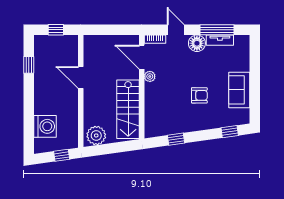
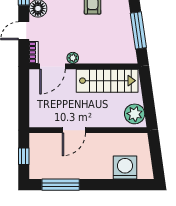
window: (29, 65) -> (61, 185), width x2.17
window: (176, 139) -> (138, 30), width x2.17
window: (62, 155) -> (155, 150), removed

